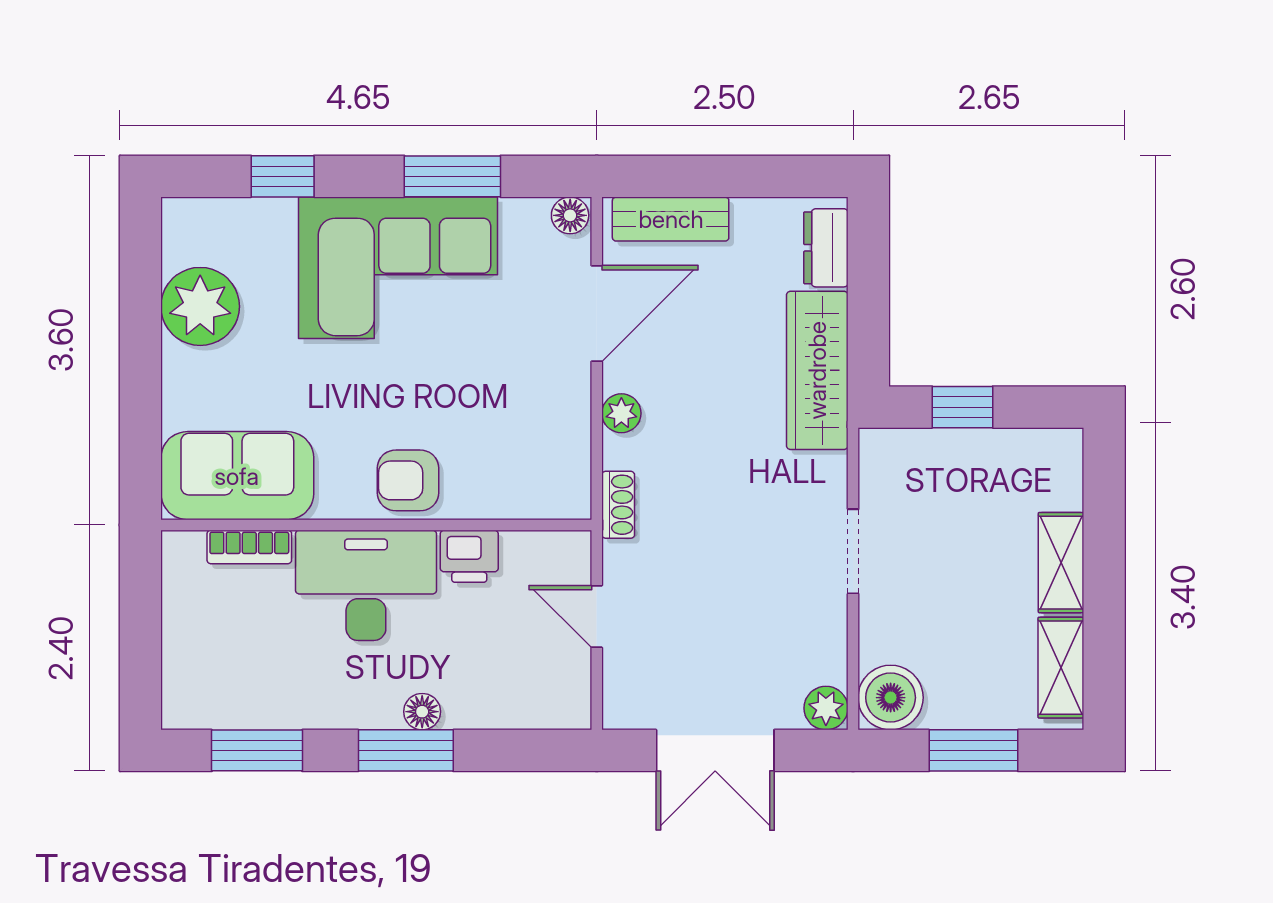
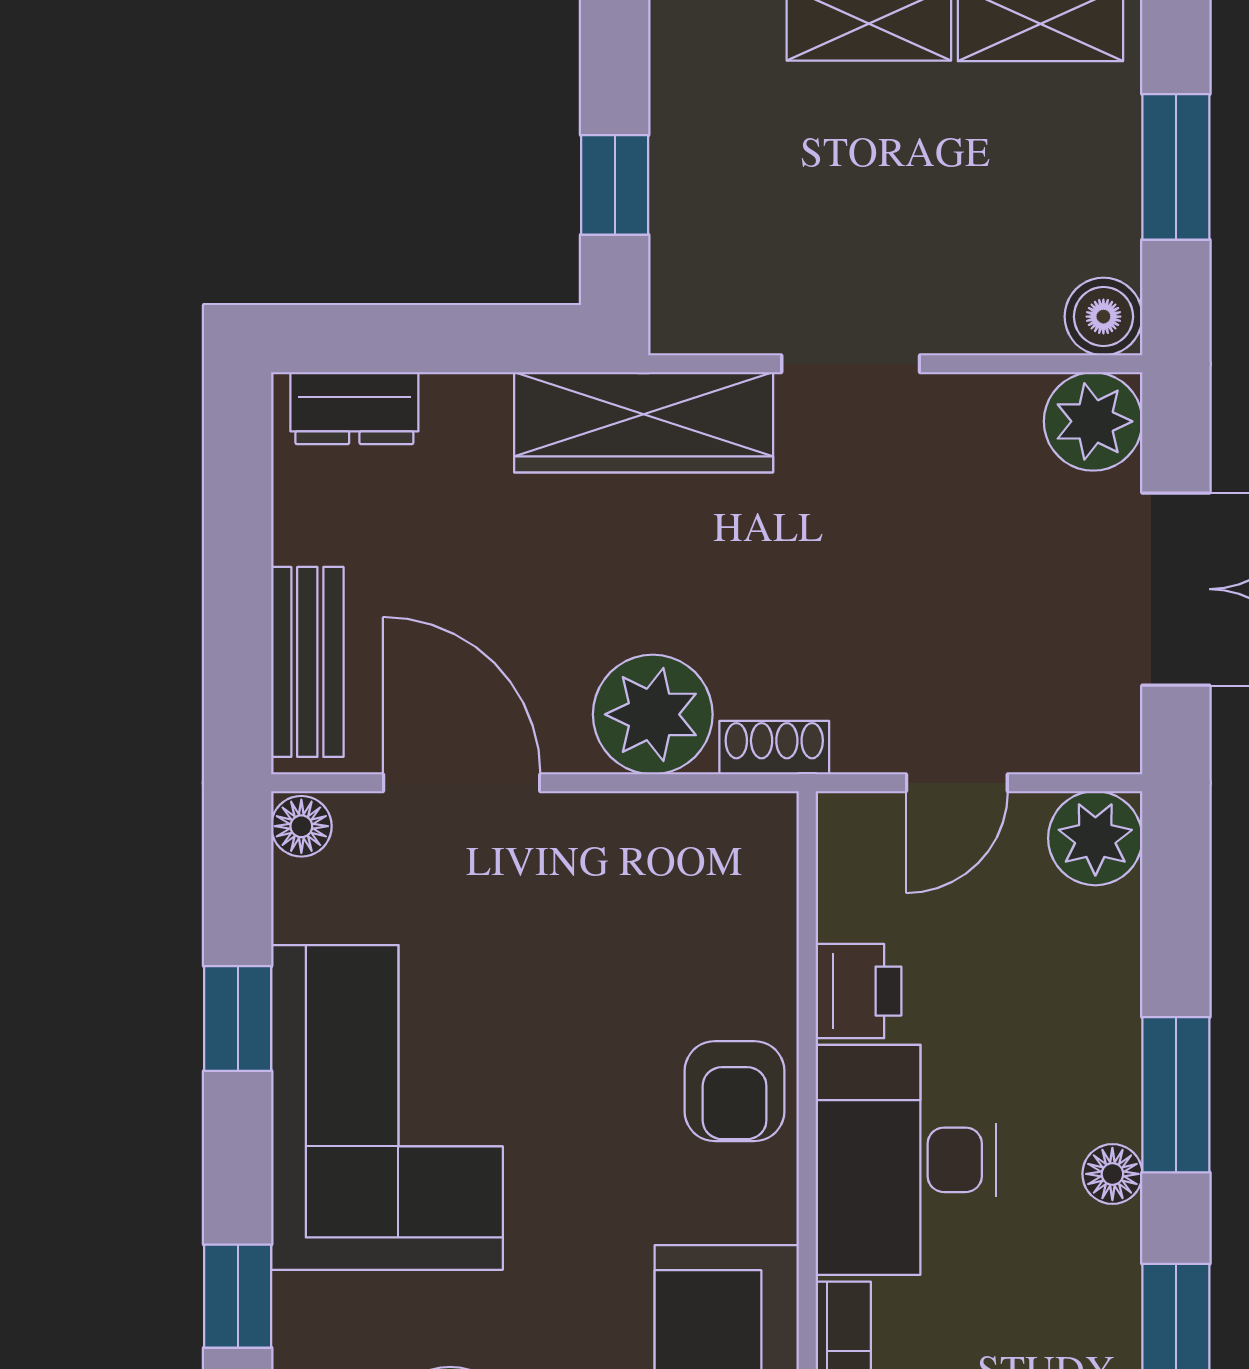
window: (452, 176) -> (238, 1019), width x0.67
wardrobe: (817, 370) -> (644, 422), moved
plant: (621, 413) -> (653, 714), width x1.88, depth x1.88
boiler: (891, 698) -> (1103, 317), width x0.73, depth x0.73
plant: (563, 701) -> (1095, 838), added
plant: (826, 708) -> (1093, 421), width x1.38, depth x1.38
floor lamp: (422, 712) -> (1112, 1174), moved

